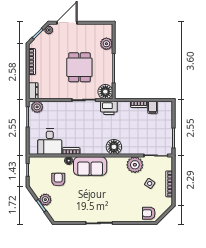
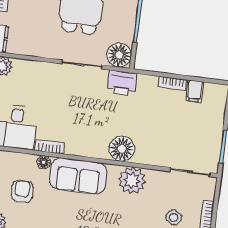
plant: (135, 165) -> (132, 180), moved

